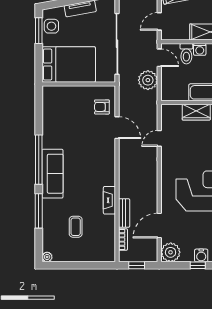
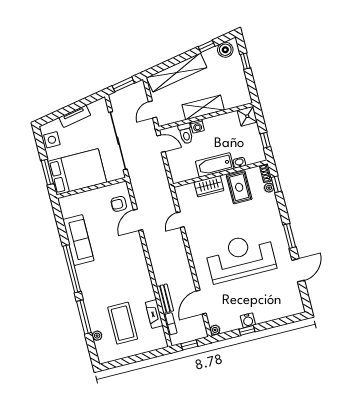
window: (39, 31) -> (47, 172), moved
plant: (148, 80) -> (156, 168), removed
door: (117, 128) -> (138, 220), swing flipped
sofa: (52, 174) -> (78, 240), moved
fireplace: (109, 200) -> (154, 314), moved
coffee table: (76, 227) -> (123, 323), width x1.86, depth x1.72
plant: (171, 252) -> (215, 330), width x0.53, depth x0.53
plant: (47, 257) -> (97, 336), moved

